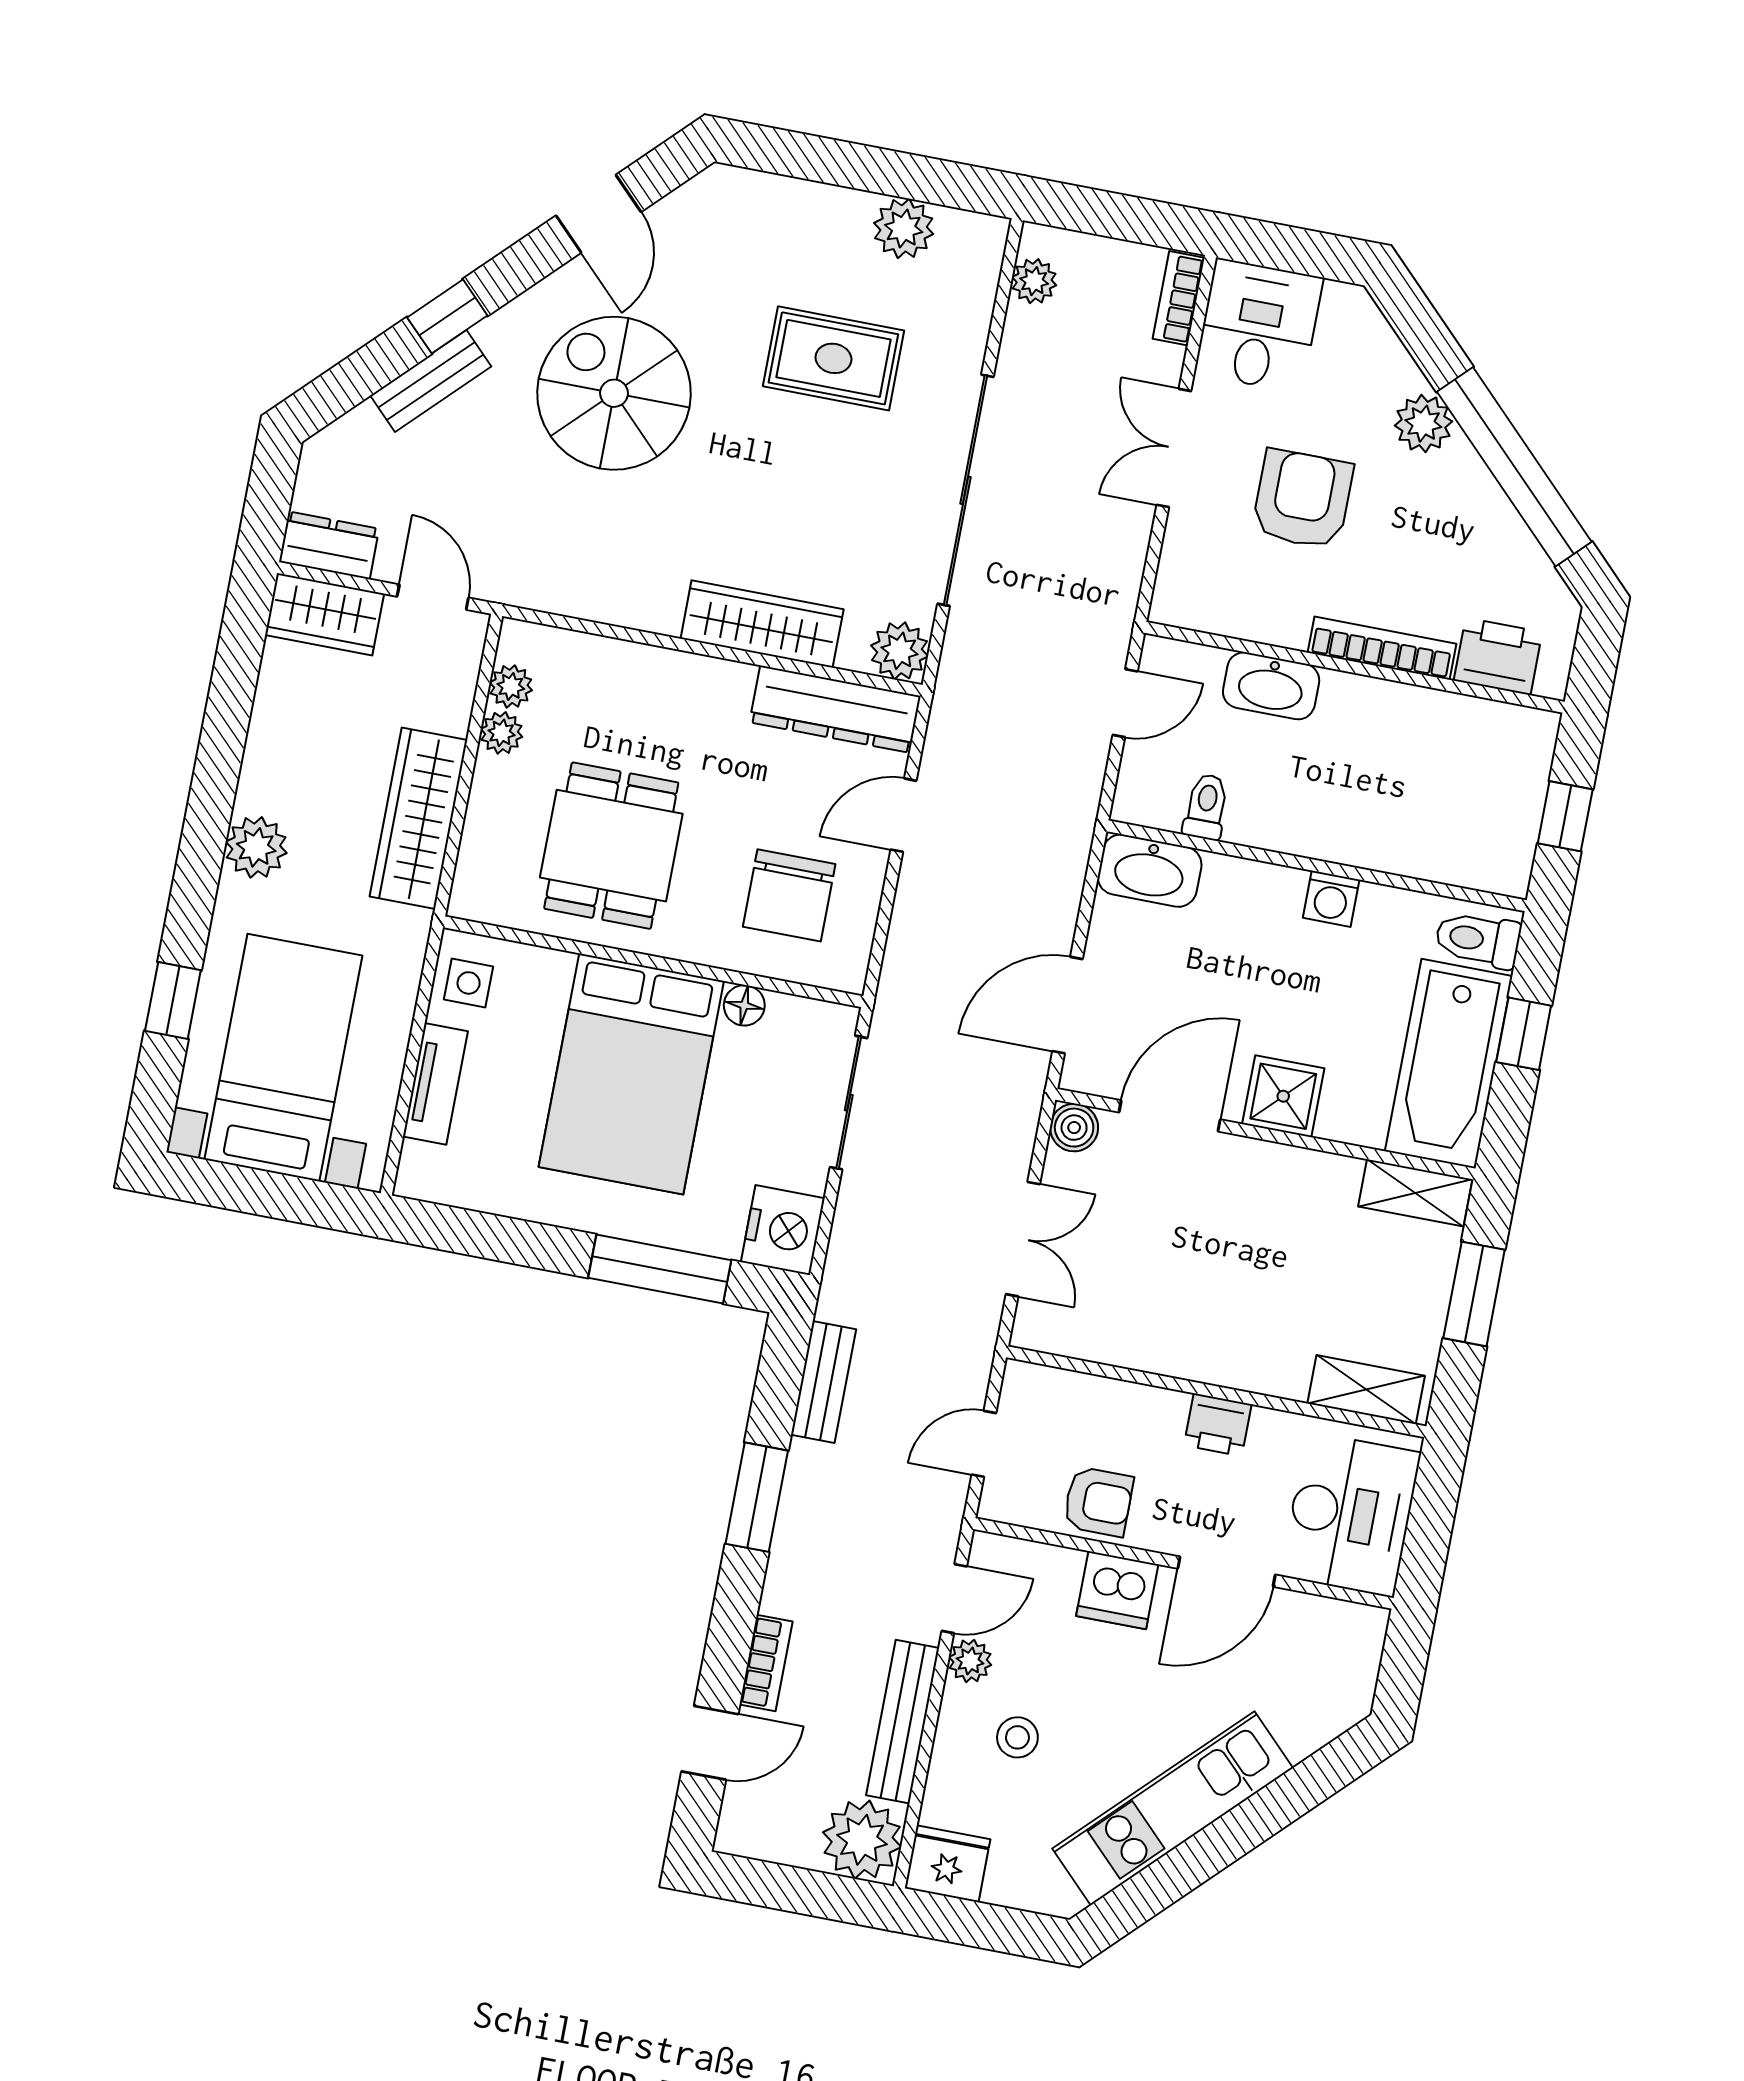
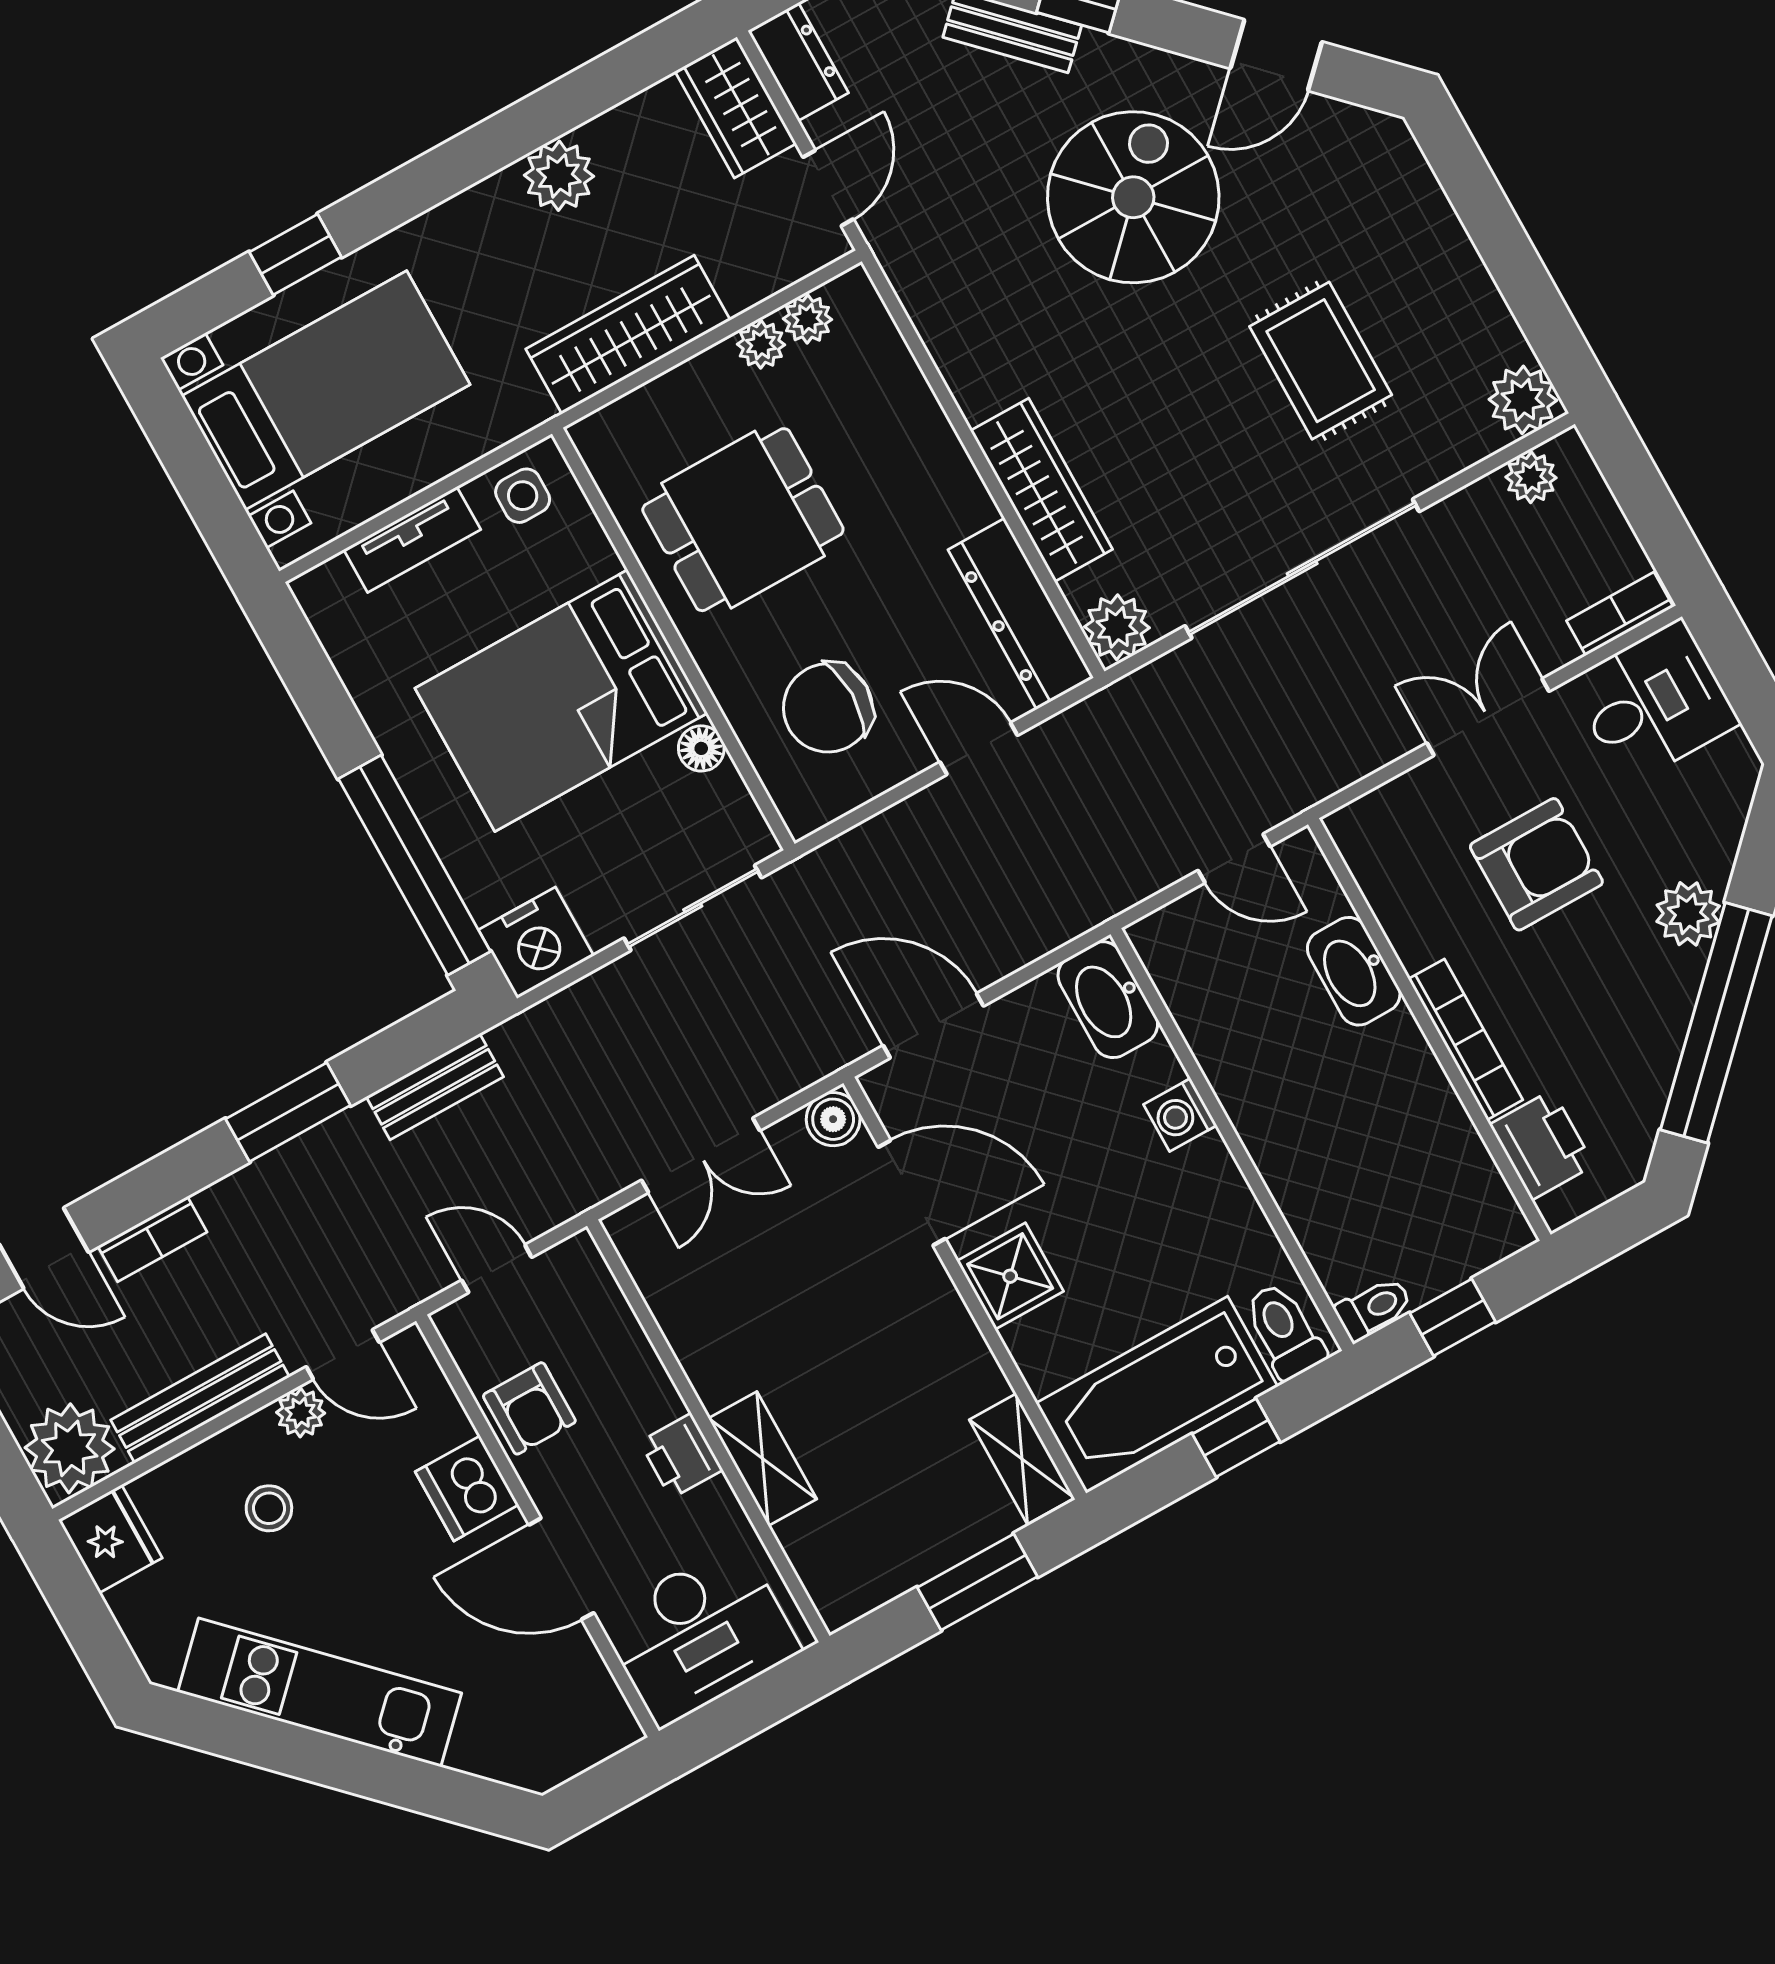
plant: (904, 228) -> (1523, 400), moved
toilet: (1206, 807) -> (1374, 1308), moved
plant: (256, 847) -> (559, 176), moved
washing machine: (1331, 899) -> (1180, 1115), moved
window: (660, 1269) -> (414, 865), width x1.46
shelving: (1366, 1390) -> (763, 1459), moved

